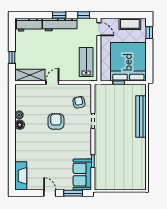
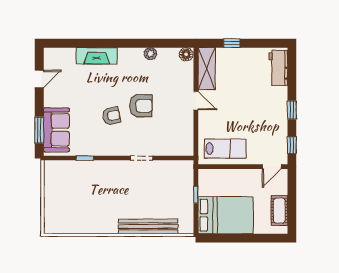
workbench: (60, 25) -> (278, 111), removed
window: (149, 33) -> (267, 238), removed
bed: (128, 62) -> (226, 215), width x0.73
armchair: (79, 102) -> (112, 116), moved
floor lamp: (20, 125) -> (186, 54), moved
sofa: (82, 175) -> (56, 130), moved, turned 90
fireplace: (21, 176) -> (97, 56), moved
door: (50, 193) -> (39, 79), moved

